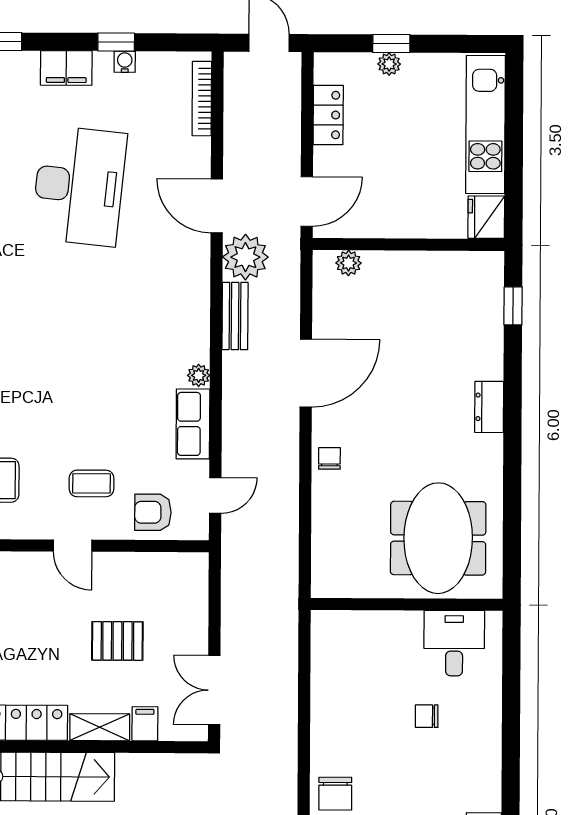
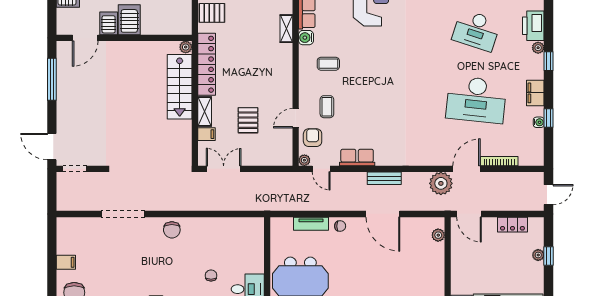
bookcase: (202, 99) -> (499, 161), moved
bench: (235, 316) -> (384, 178), moved
plant: (199, 375) -> (304, 160), moved
tv unit: (324, 517) -> (311, 224), added
door: (73, 546) -> (296, 118), moved
chair: (335, 794) -> (172, 230), turned -90

